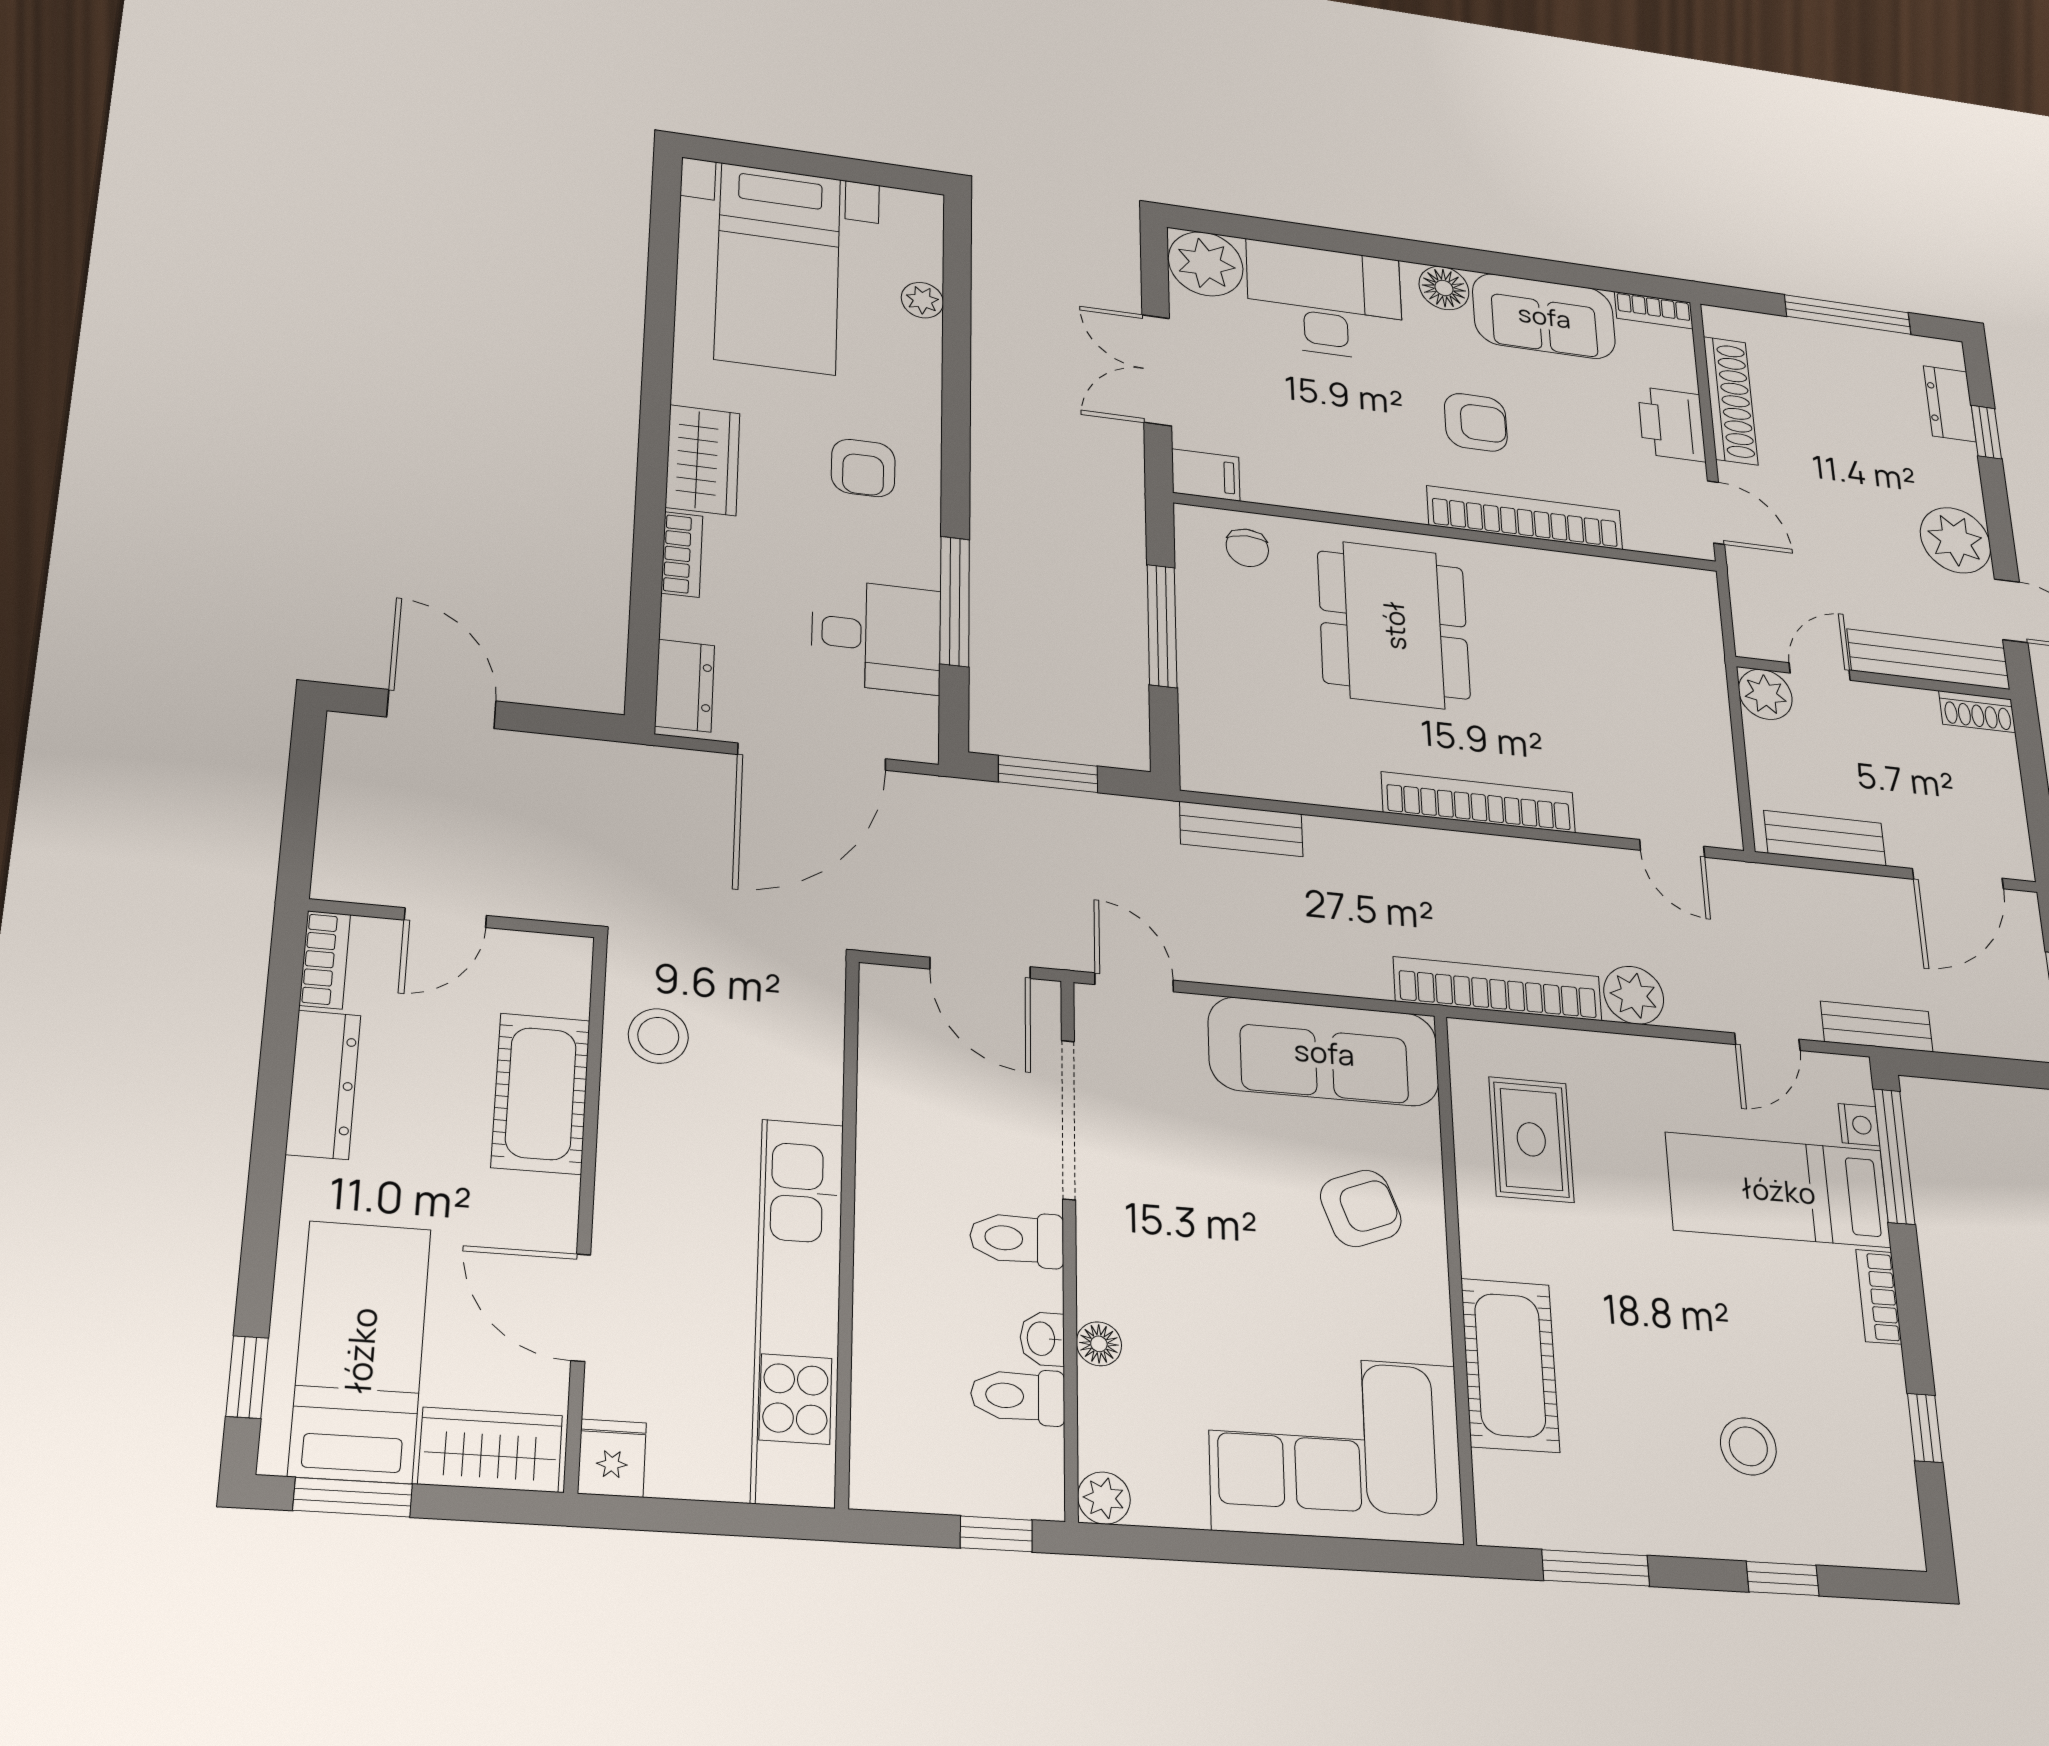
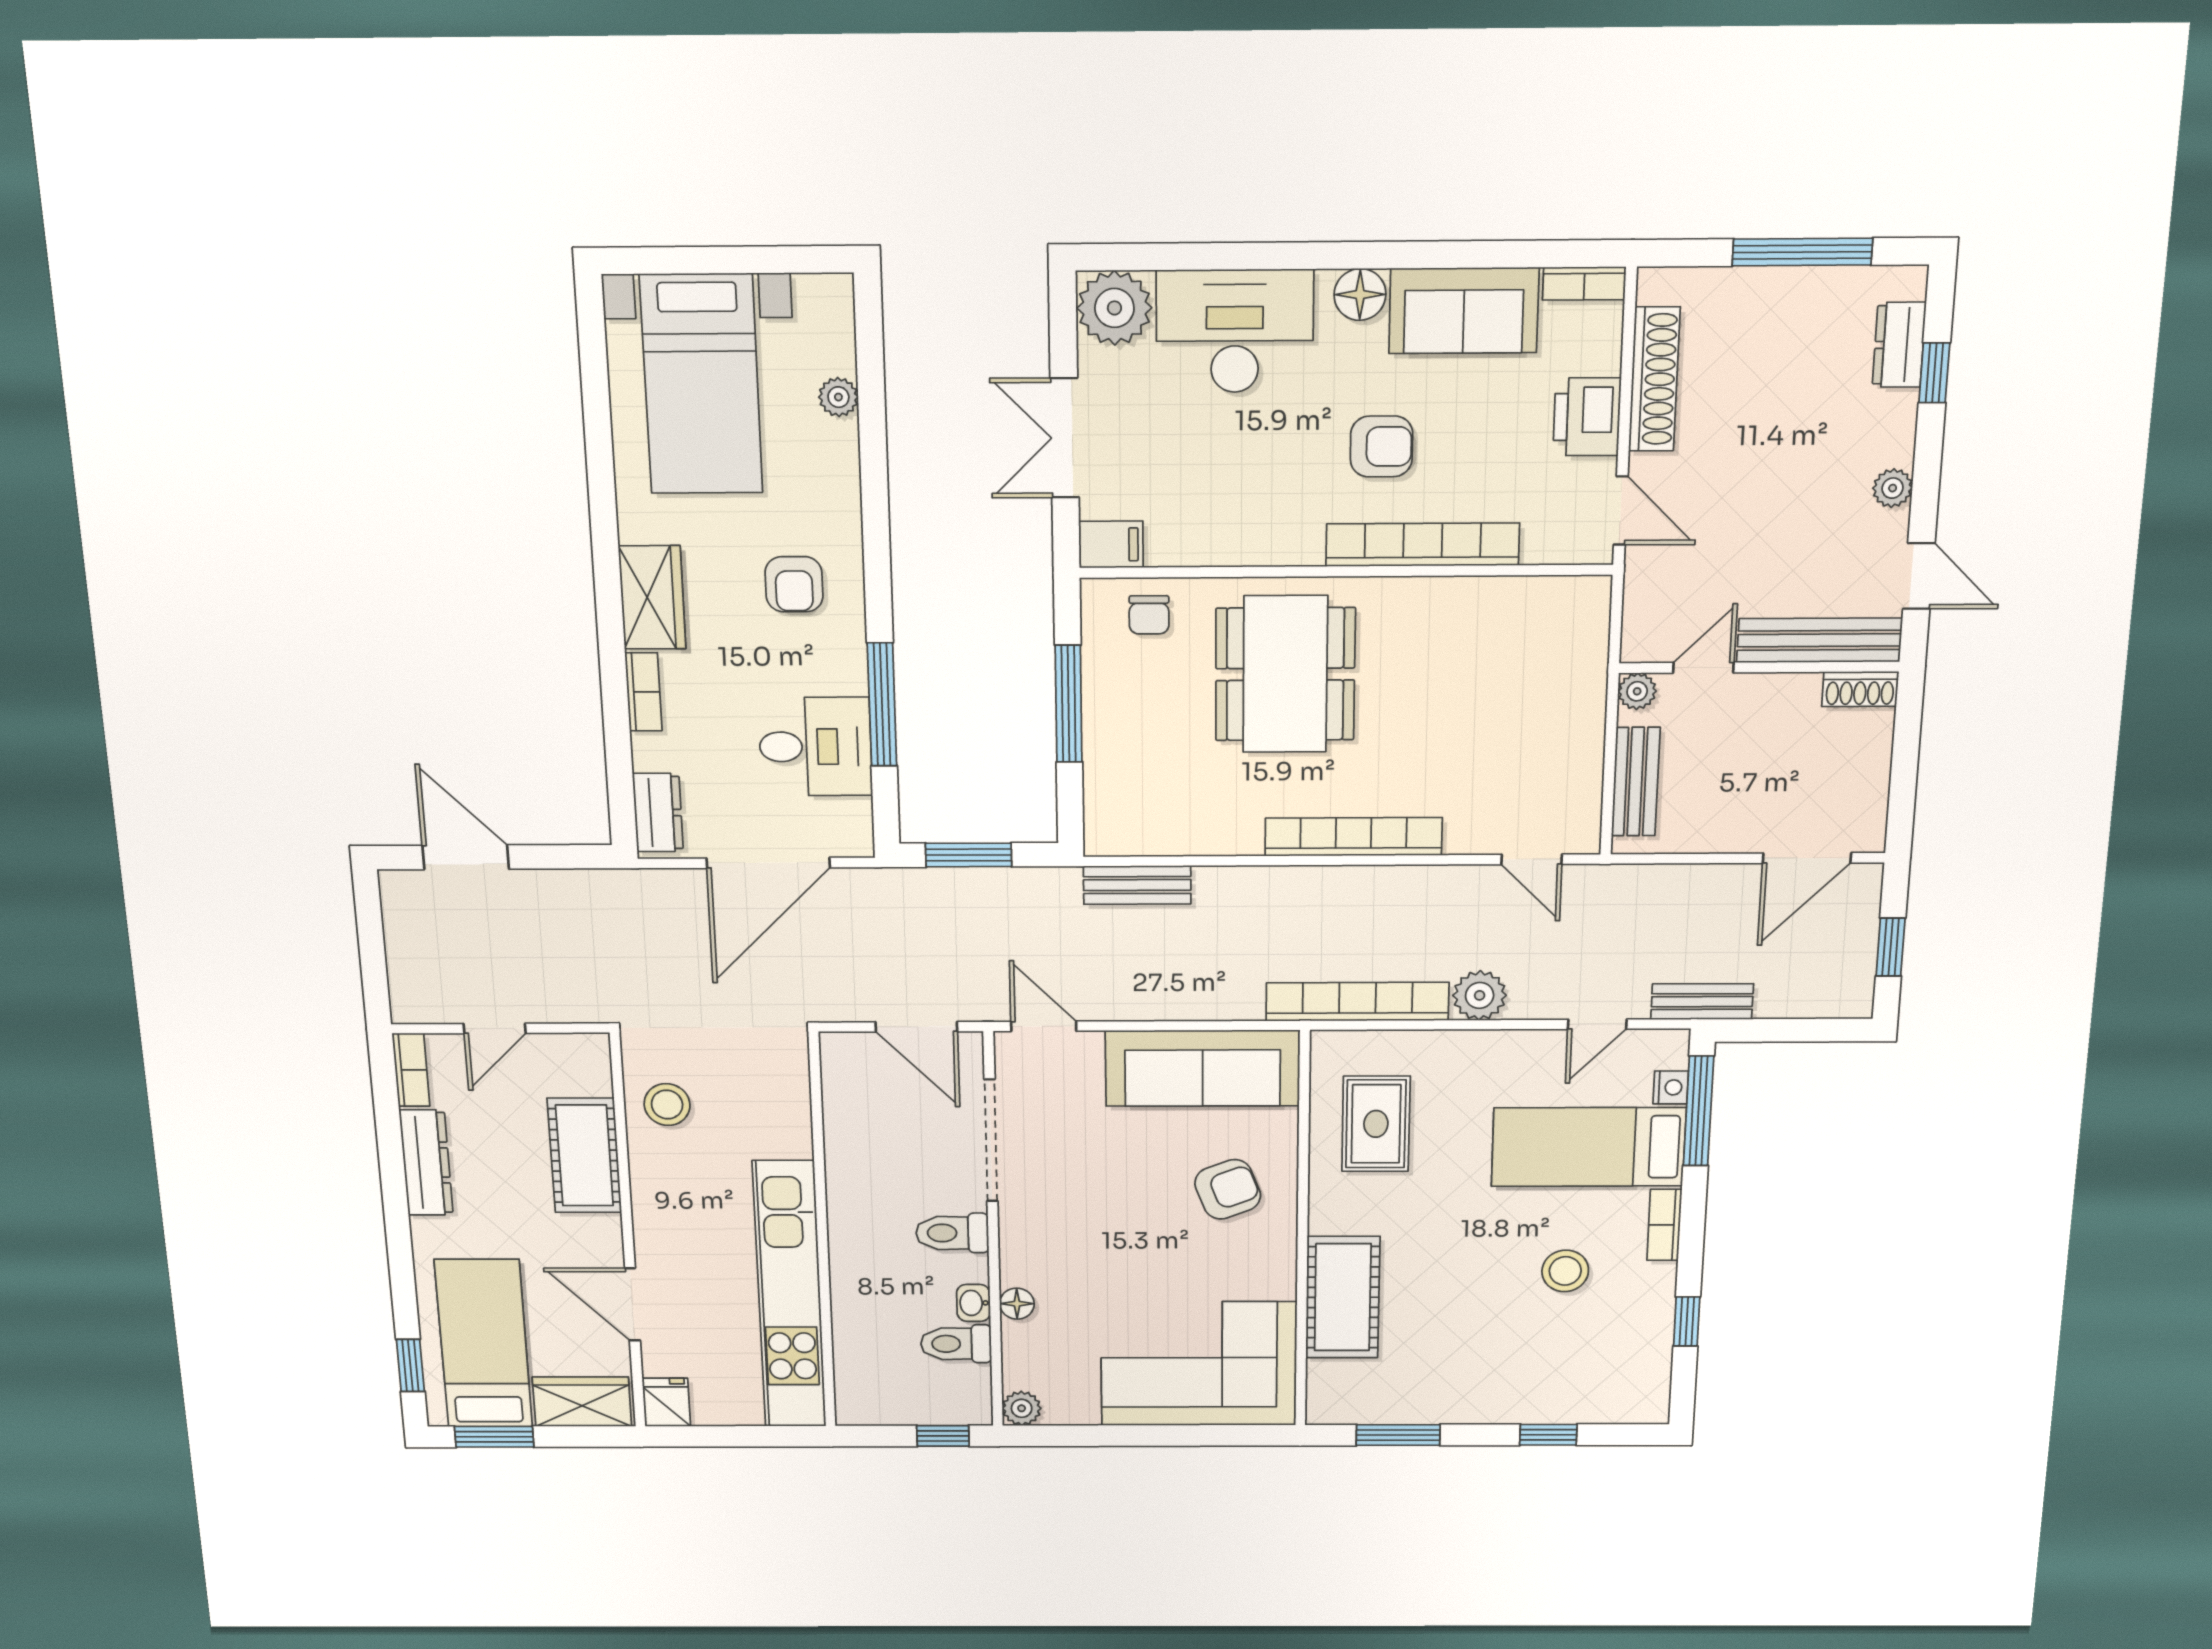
plant: (1955, 540) -> (1893, 488), width x0.53, depth x0.53
plant: (1765, 694) -> (1637, 691), width x0.73, depth x0.73
bench: (1825, 838) -> (1636, 782), moved, turned 90
stool: (1748, 1446) -> (1565, 1271), moved

